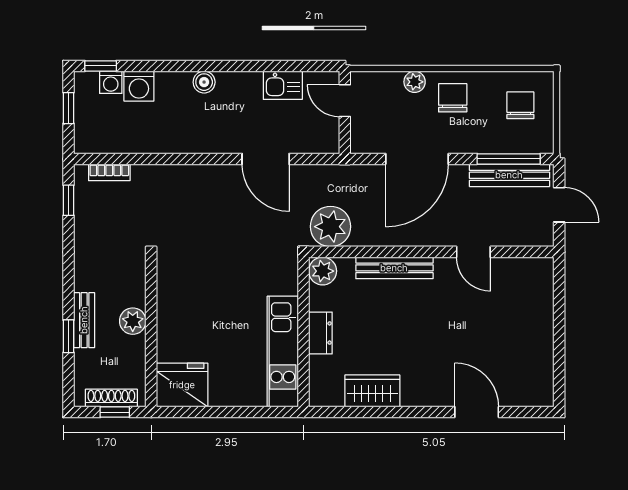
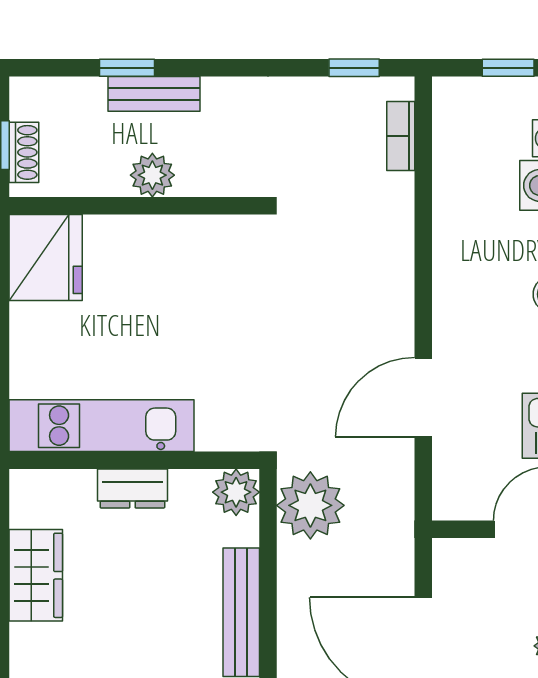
shoe rack: (111, 398) -> (24, 152), width x0.70

